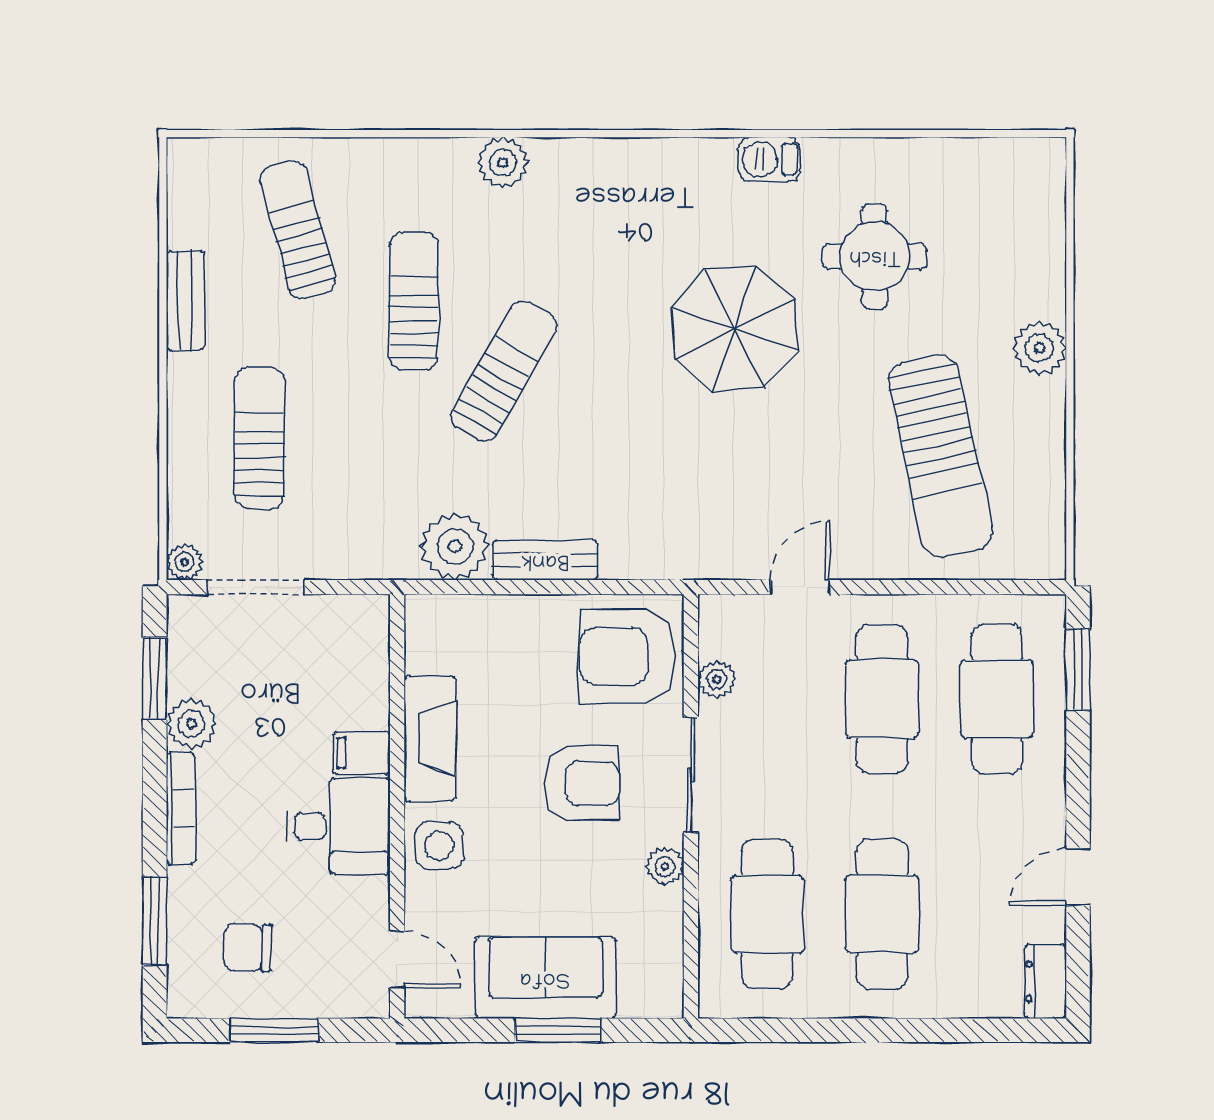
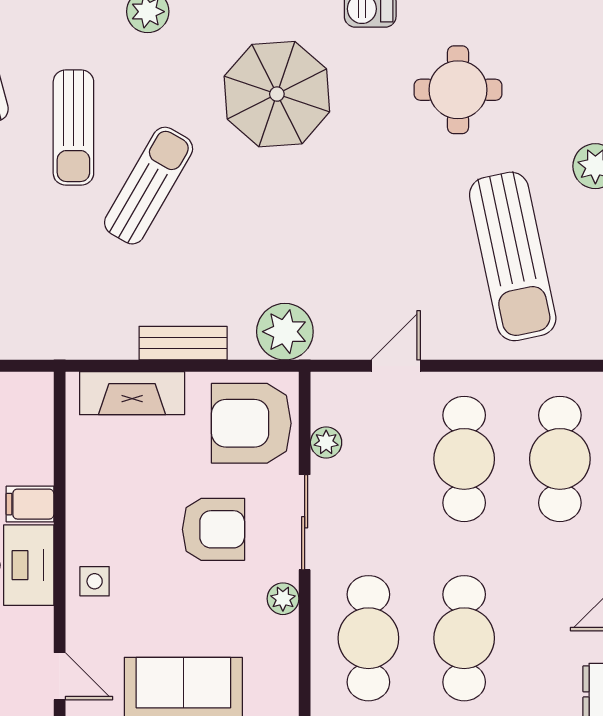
sun lounger: (414, 302) -> (73, 128), turned 180
parasol: (734, 329) -> (277, 94), moved
plant: (455, 546) -> (285, 332), moved
fireplace: (430, 739) -> (132, 393), moved, turned 90
side table: (439, 846) -> (95, 581), width x0.73, depth x0.73

